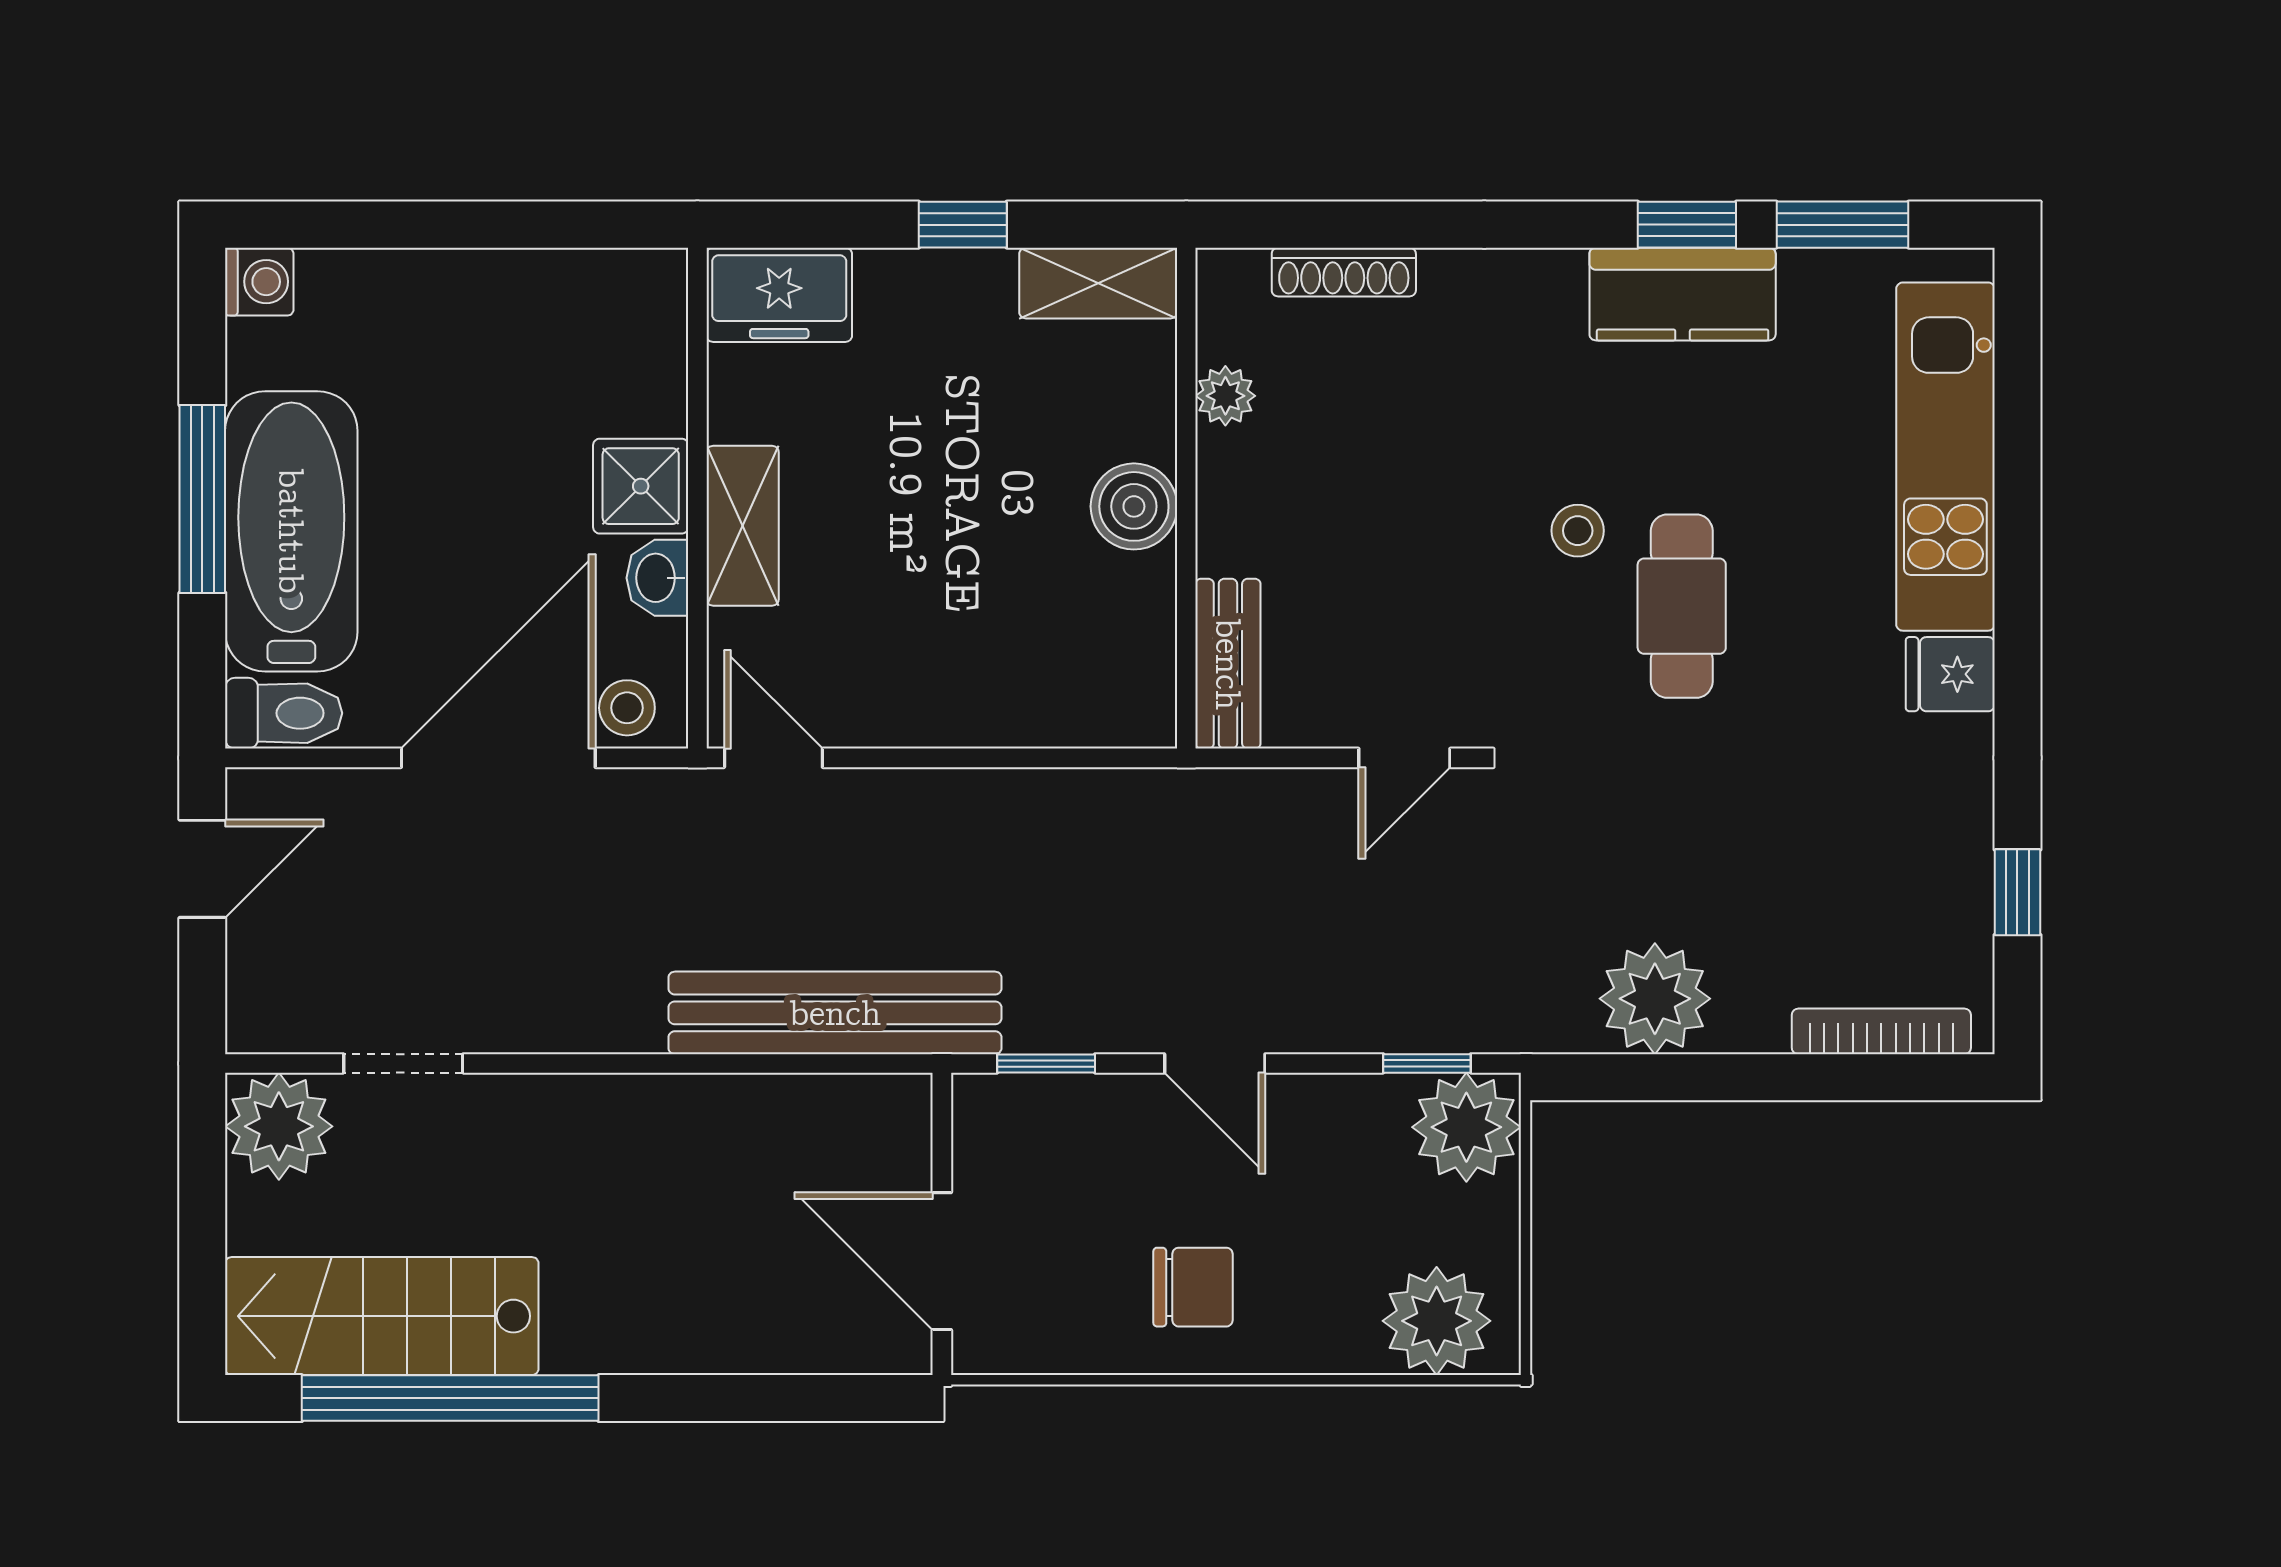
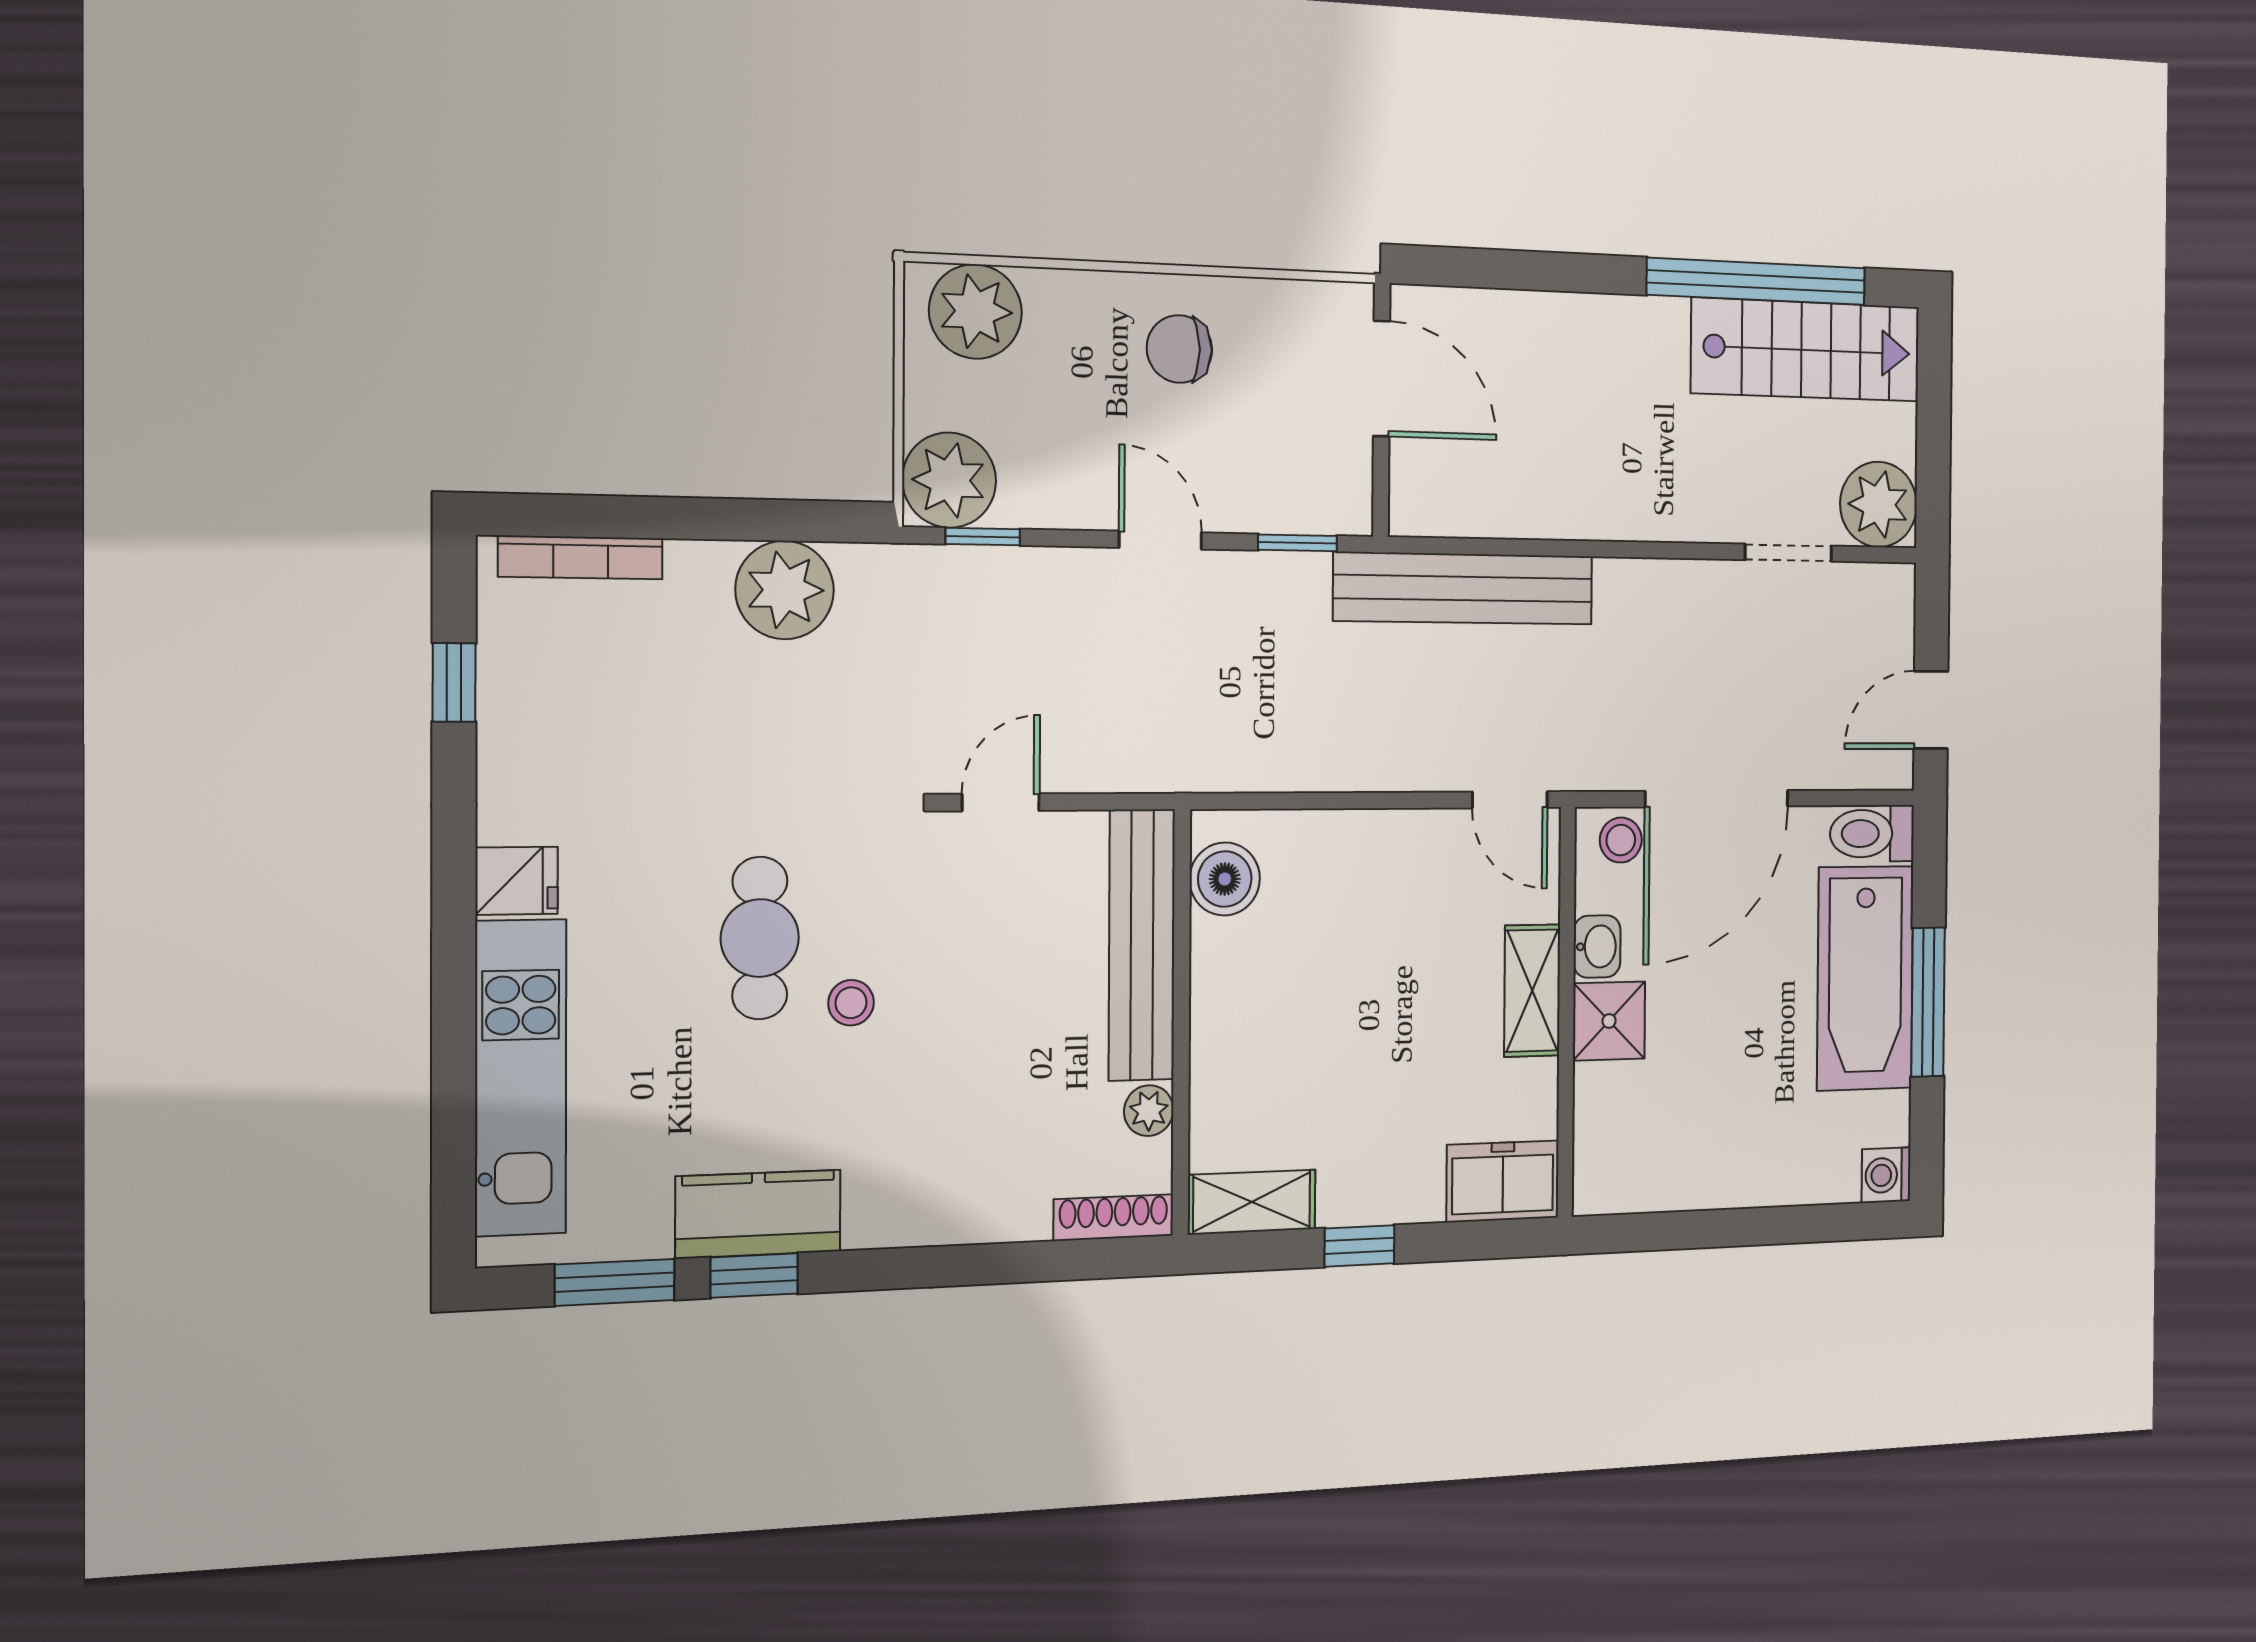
shoe rack: (1344, 272) -> (1113, 1217), moved
boiler: (1134, 506) -> (1225, 879), moved
bench: (1228, 664) -> (1142, 945), width x1.86, depth x1.21

